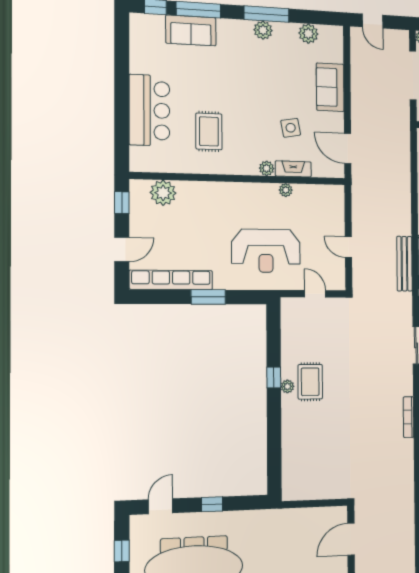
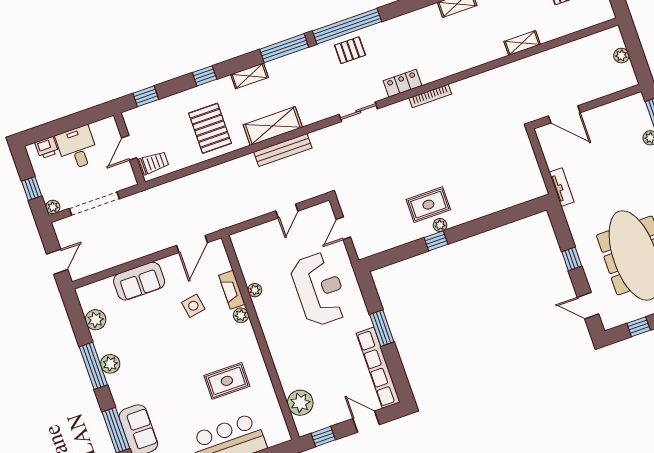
tv unit: (284, 515) -> (562, 187), added

